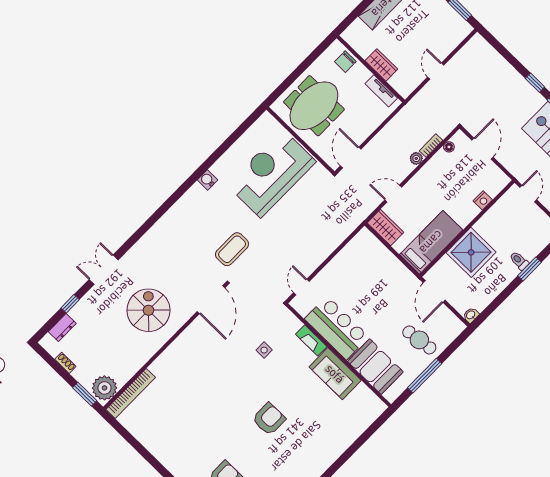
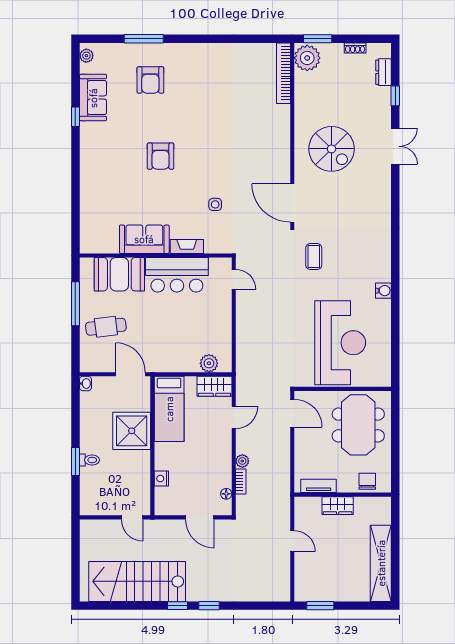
plant: (374, 247) -> (209, 363), added
coffee table: (232, 249) -> (314, 257), width x0.73, depth x0.77

